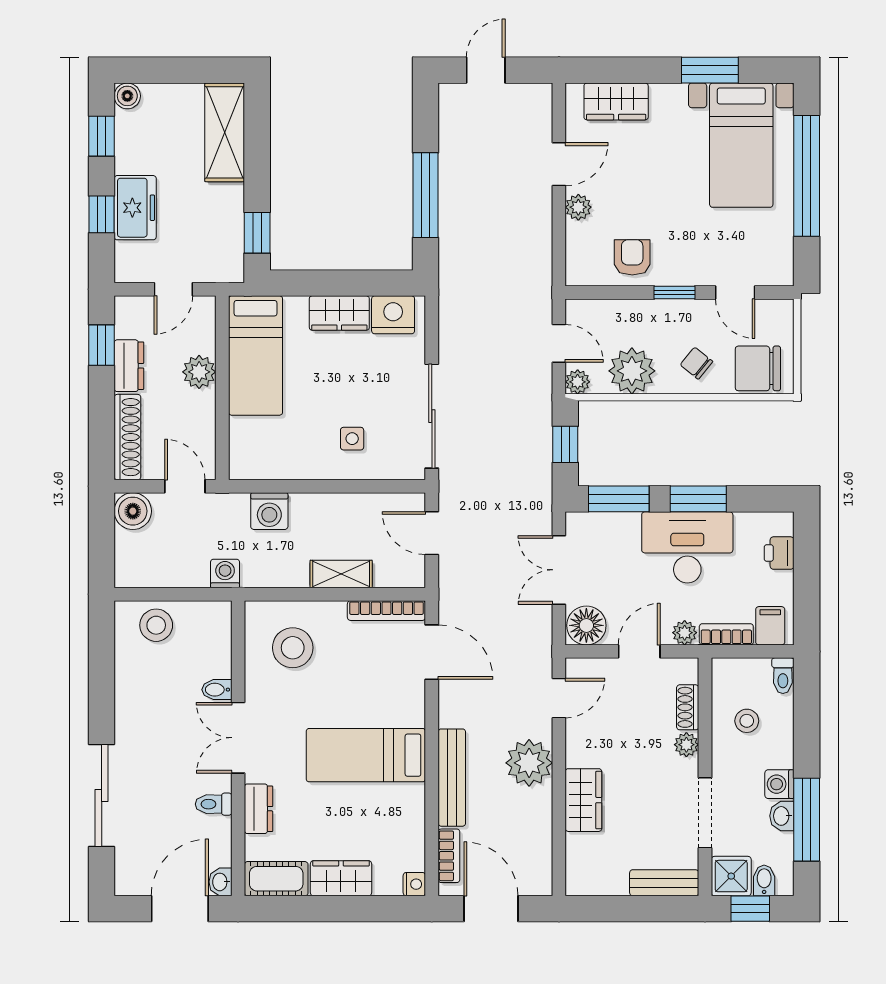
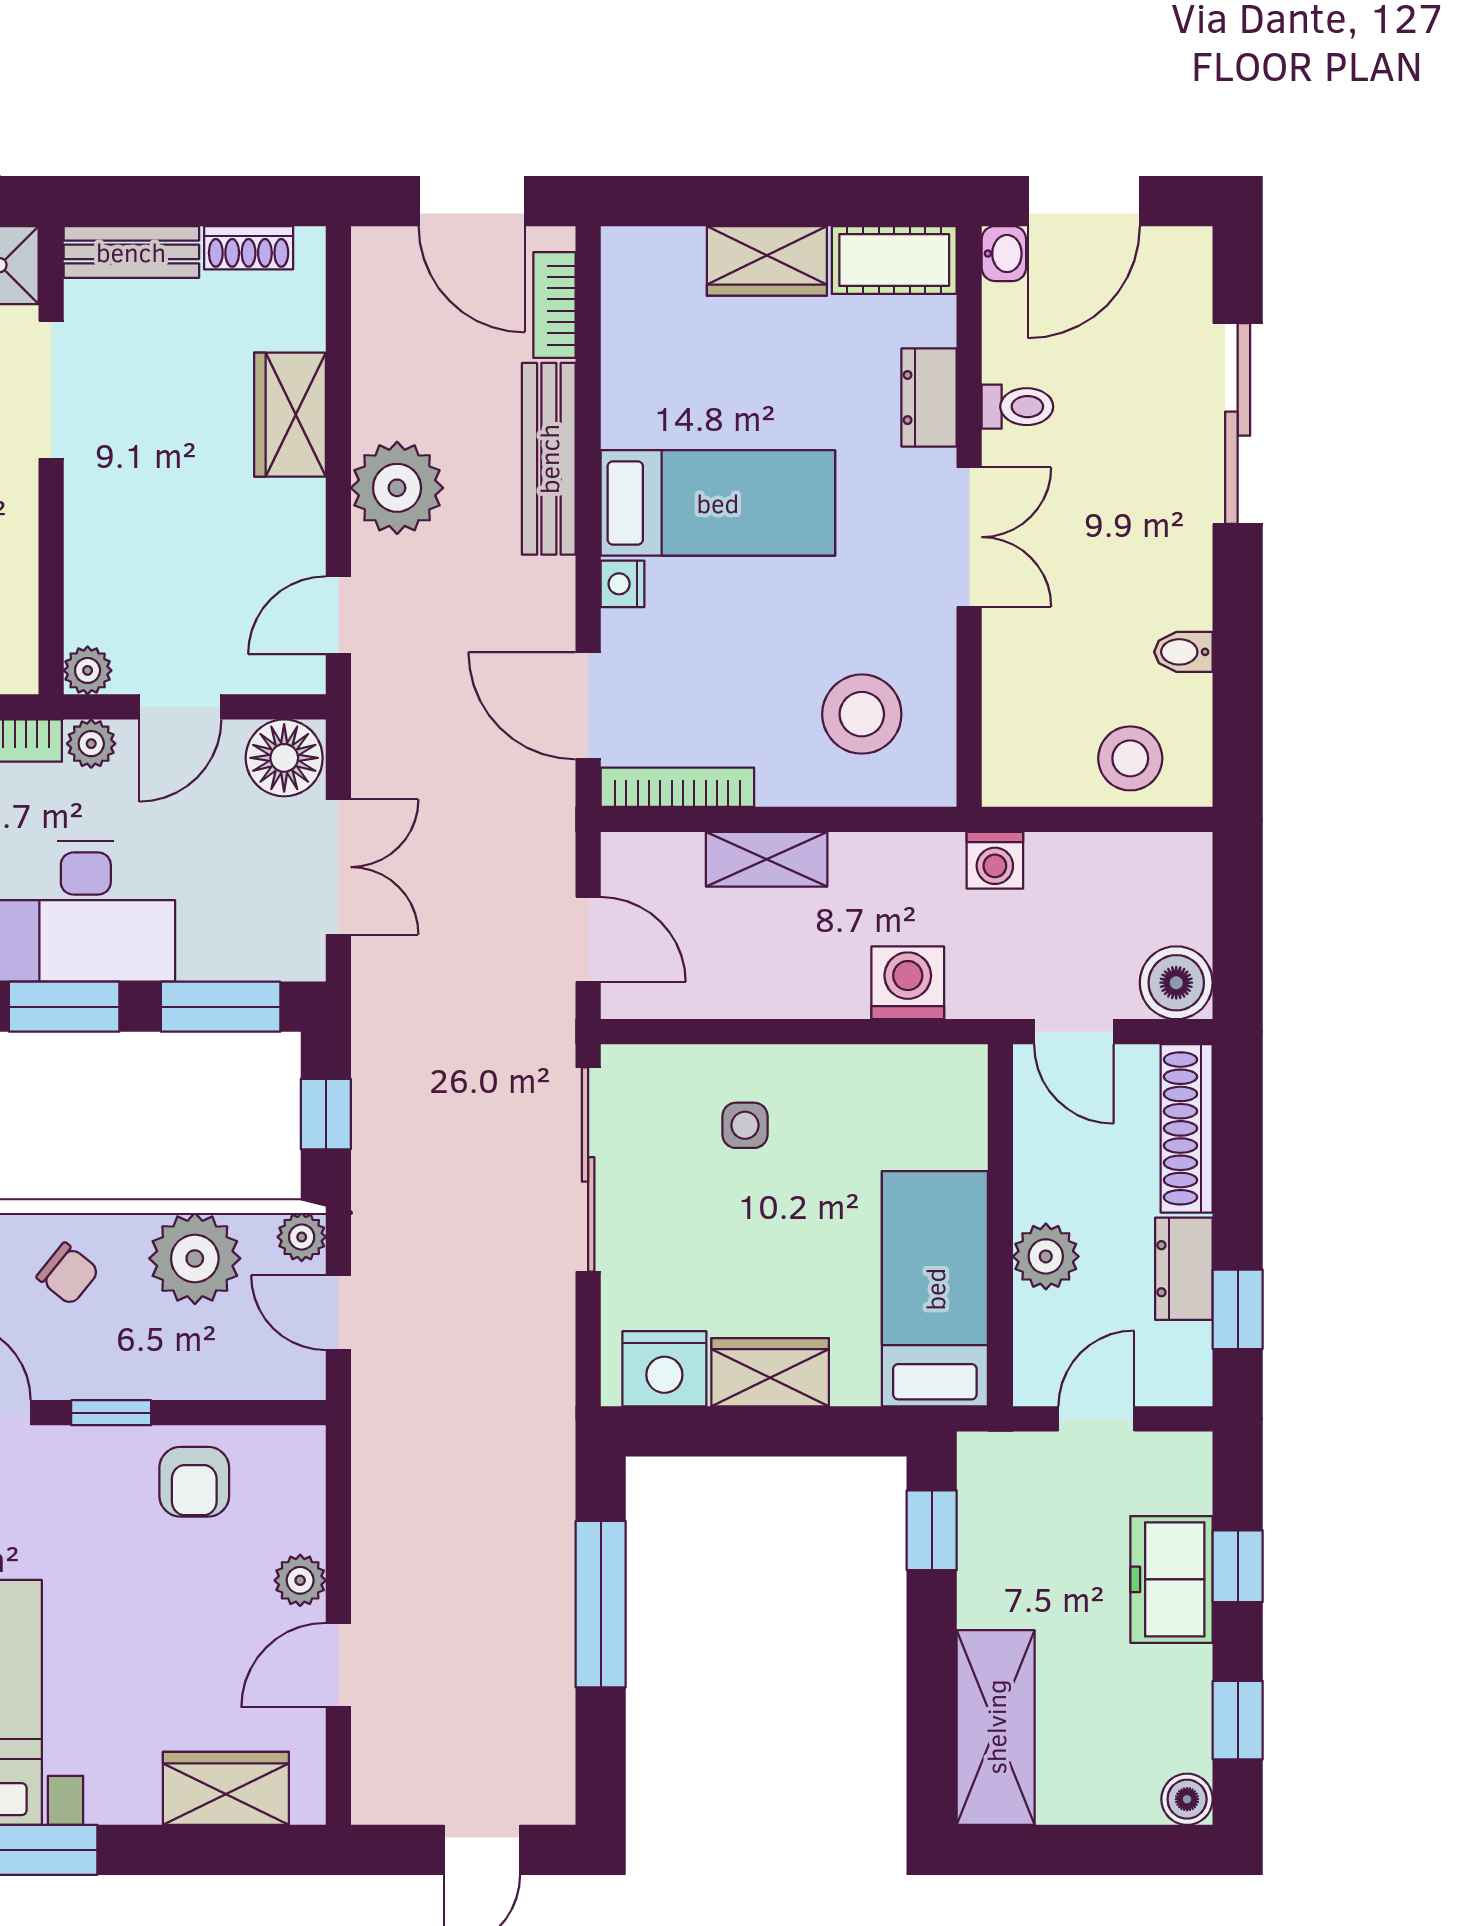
bidet: (217, 690) -> (1183, 652), moved, turned 180
shoe rack: (688, 707) -> (249, 248), moved, turned 90
plant: (686, 745) -> (88, 670), moved
nightstand: (414, 884) -> (623, 584), moved

